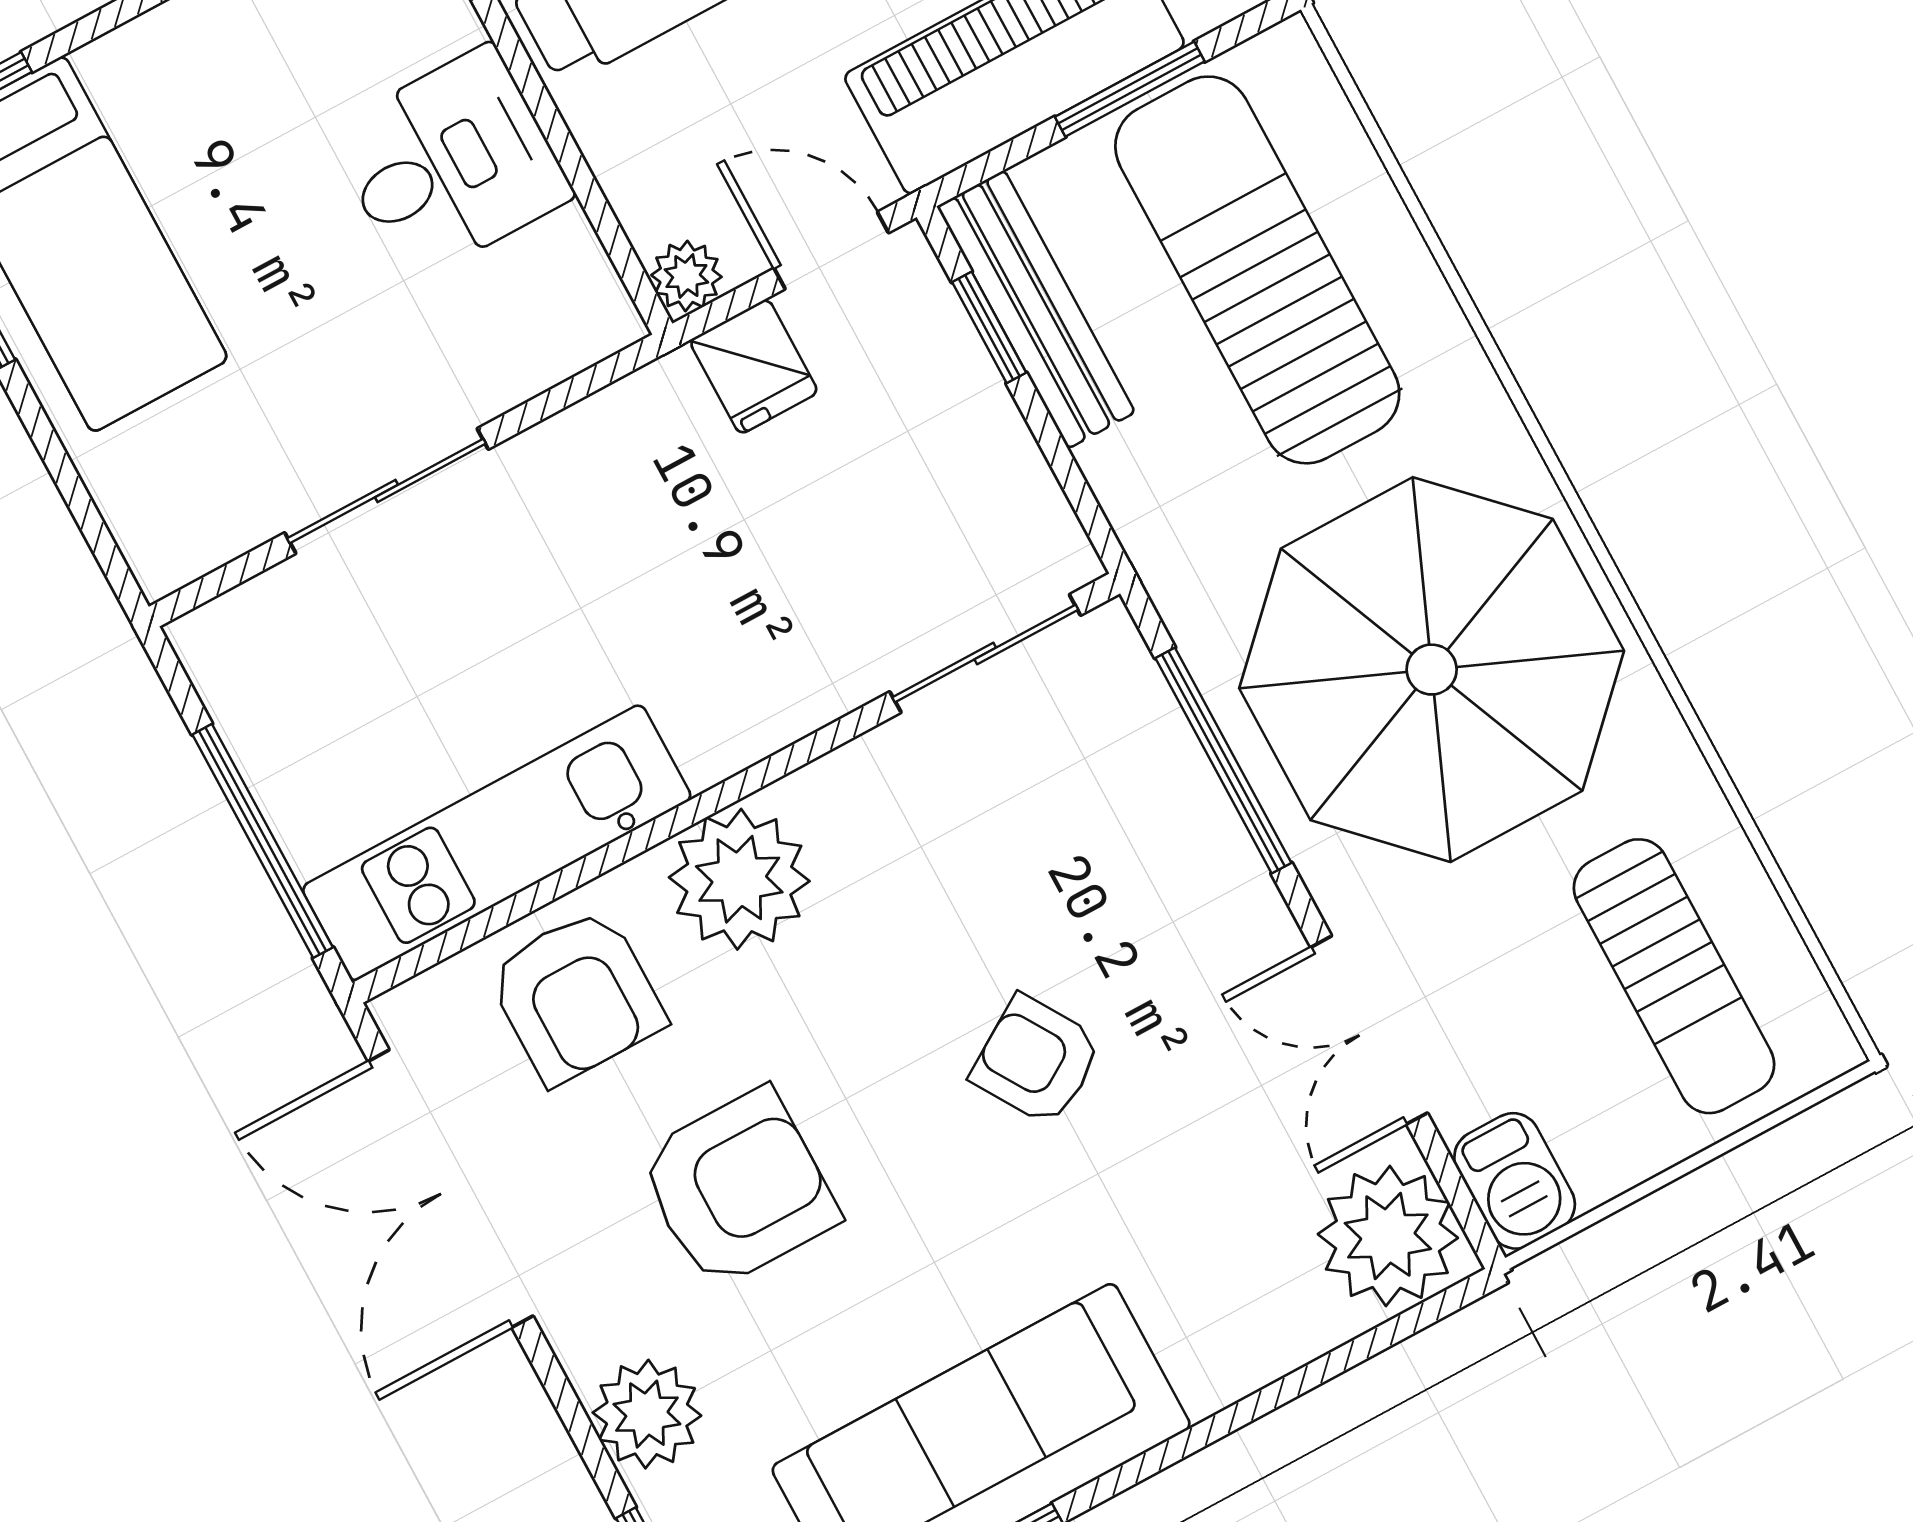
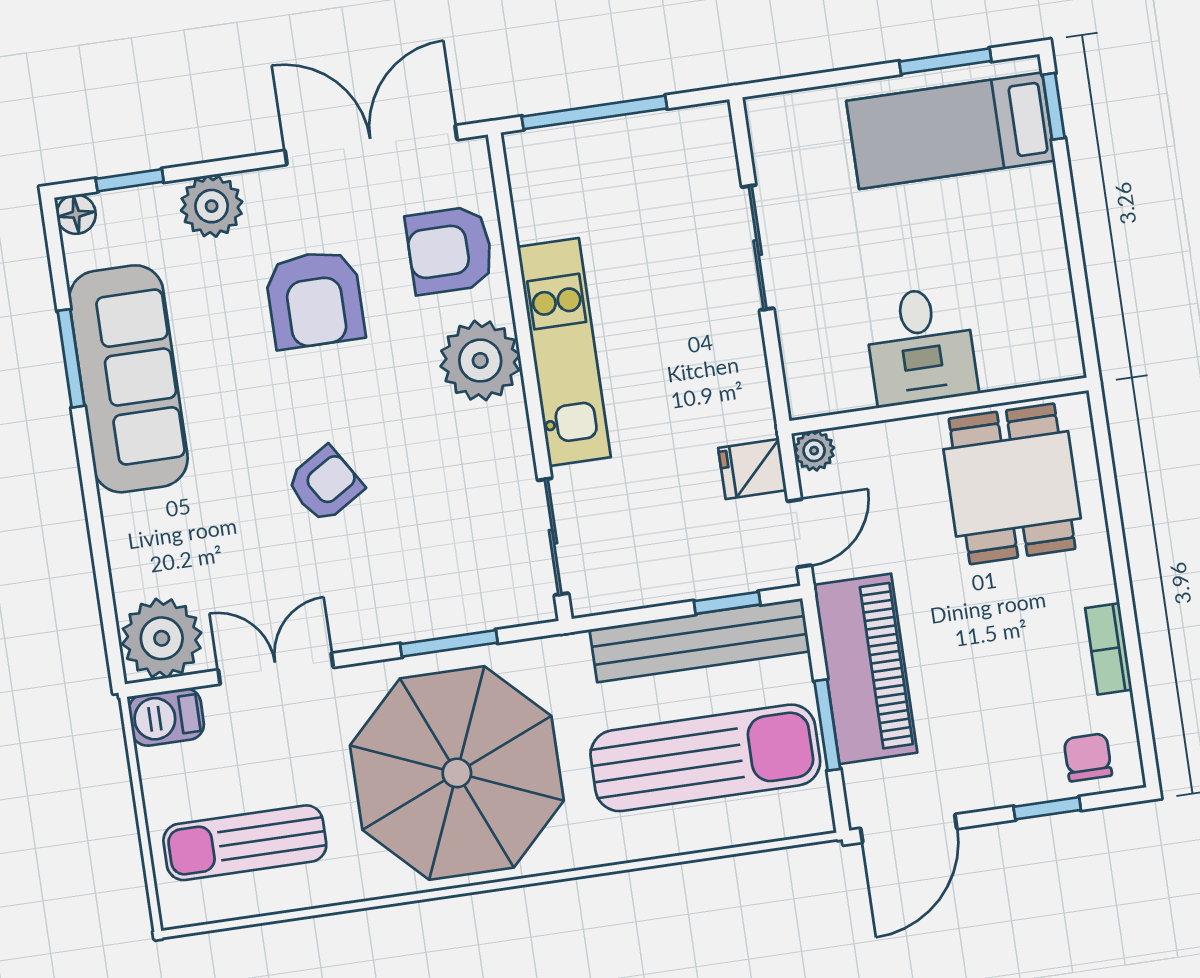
bench: (1036, 309) -> (700, 640), width x1.37, depth x1.21
window: (1223, 761) -> (449, 643), width x0.69
kitchen unit: (497, 843) -> (564, 352), moved

